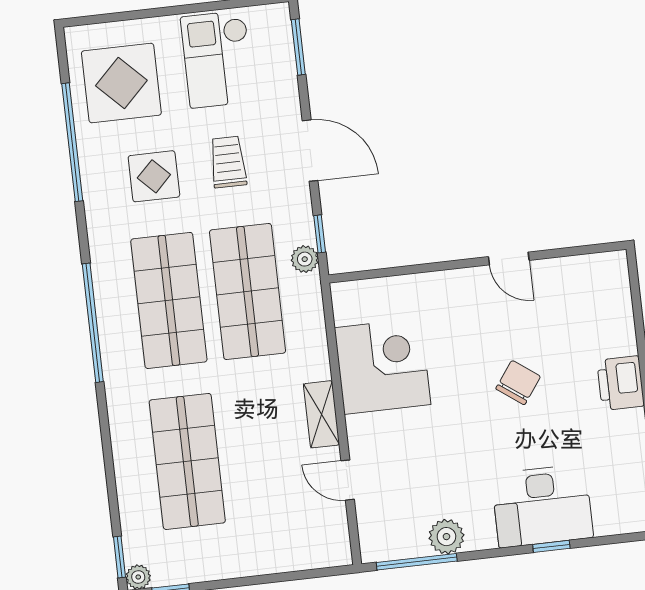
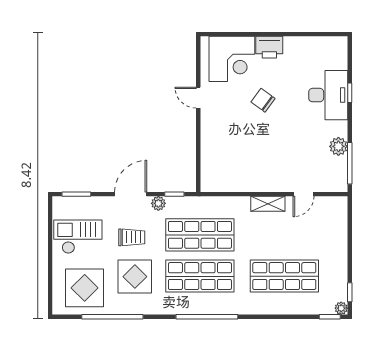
checkout: (218, 59) -> (78, 237), turned 180
trolley: (228, 162) -> (132, 237), turned 180
display table: (154, 176) -> (135, 277), width x1.36, depth x1.36
door: (509, 258) -> (198, 98), swing flipped
plant: (305, 259) -> (158, 203), moved
corner desk: (383, 366) -> (232, 59), moved, turned 180

